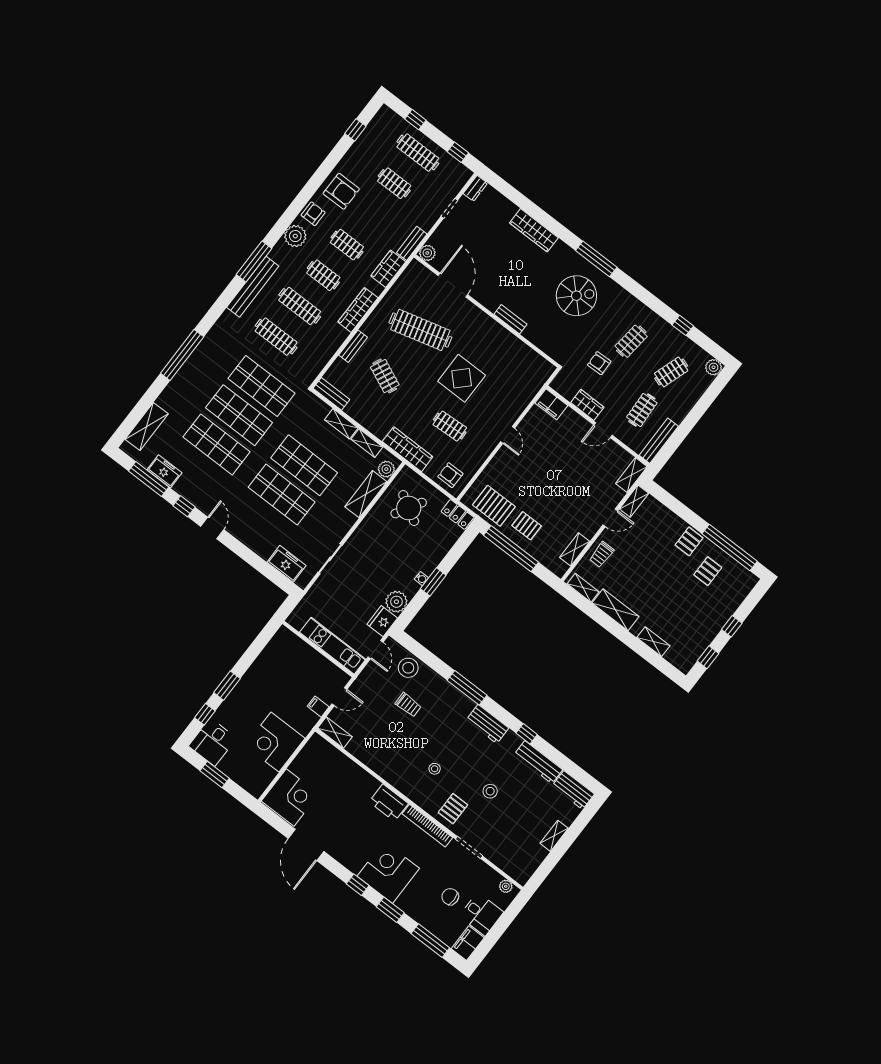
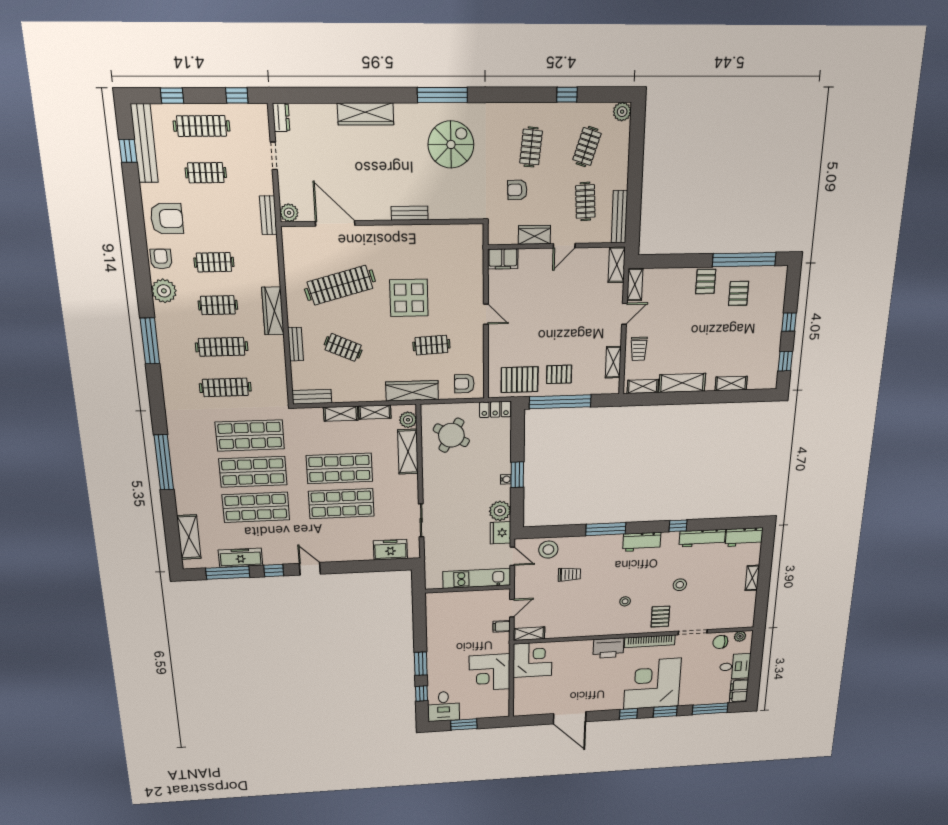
wardrobe: (388, 269) -> (268, 255), removed
bench: (253, 287) -> (144, 143), moved
freezer: (164, 471) -> (240, 558), width x1.40
corner desk: (290, 797) -> (533, 660), moved
corner desk: (388, 872) -> (652, 684), width x1.36, depth x1.36
chair: (450, 897) -> (720, 642), moved

